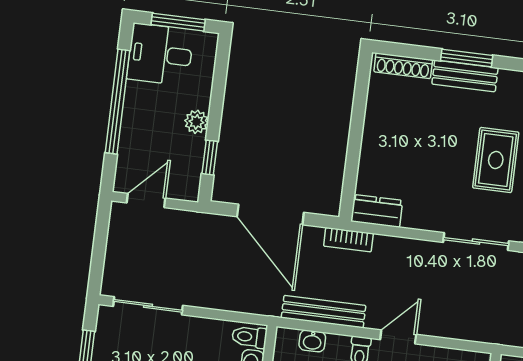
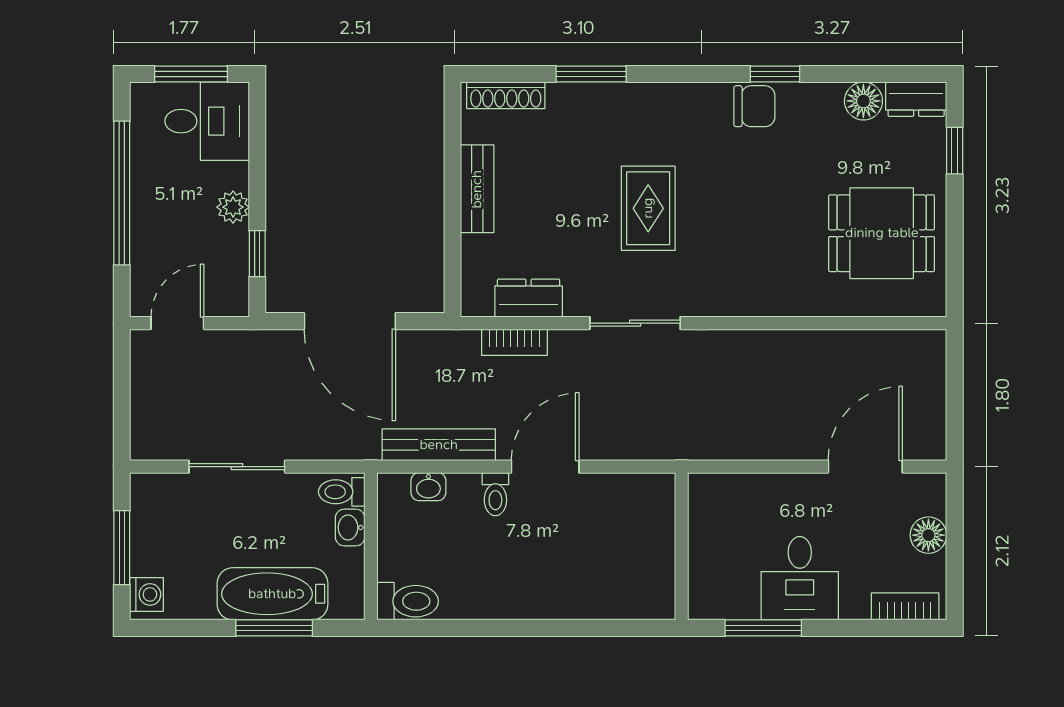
desk: (160, 54) -> (207, 121), moved, turned 180
bench: (465, 76) -> (477, 189), moved, turned 90
dresser: (377, 211) -> (529, 298), moved
bookcase: (348, 240) -> (514, 342), moved
sliding door: (148, 306) -> (237, 467), moved
door: (398, 337) -> (545, 467), width x1.38

